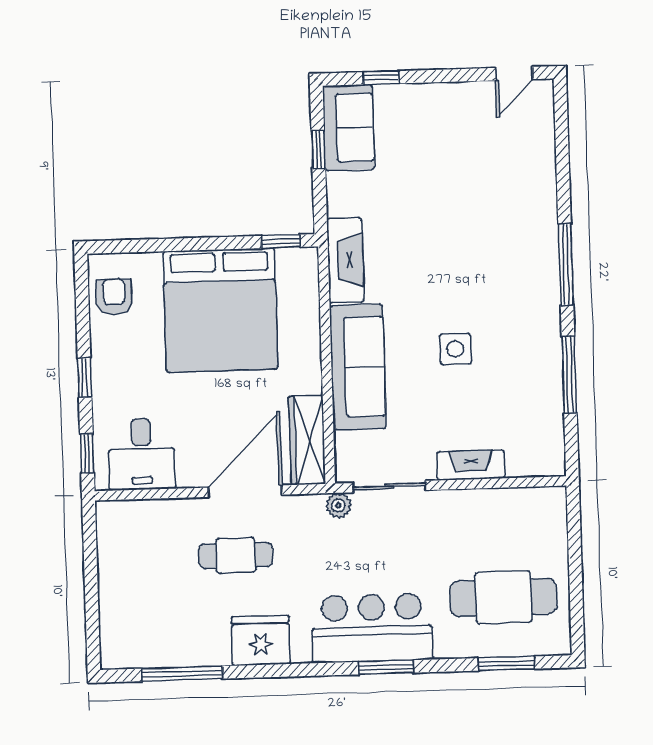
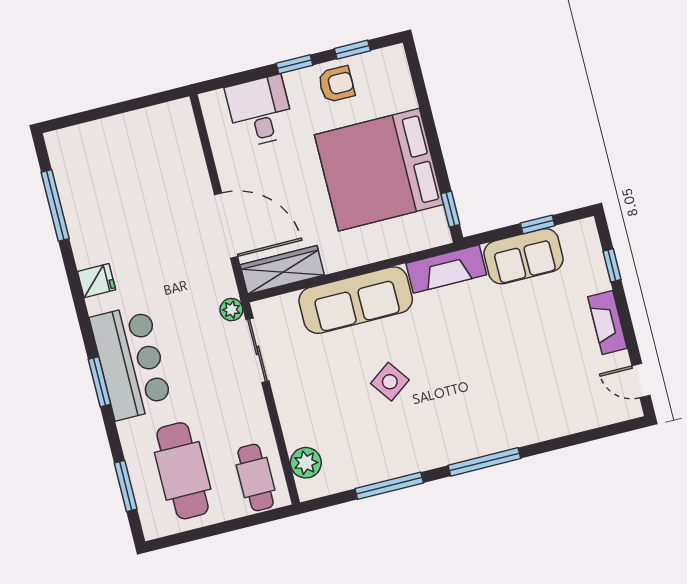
sofa: (348, 128) -> (523, 256), moved
armchair: (114, 297) -> (336, 84), moved
side table: (455, 349) -> (390, 382), turned -36
window: (87, 453) -> (352, 50), moved
desk: (142, 454) -> (260, 111), moved, turned 90
plant: (524, 460) -> (306, 463), added
fireplace: (471, 465) -> (607, 322), moved, turned 180
cafe table: (236, 555) -> (256, 477), moved
fridge: (261, 641) -> (96, 281), width x0.53, depth x0.75

